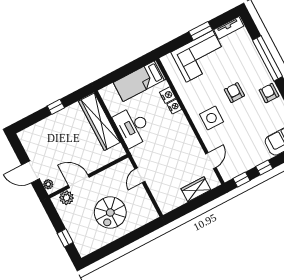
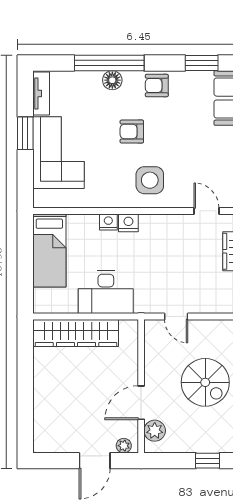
floor lamp: (258, 65) -> (112, 80), added
nightstand: (168, 95) -> (128, 223), moved
window: (56, 107) -> (25, 381), removed

